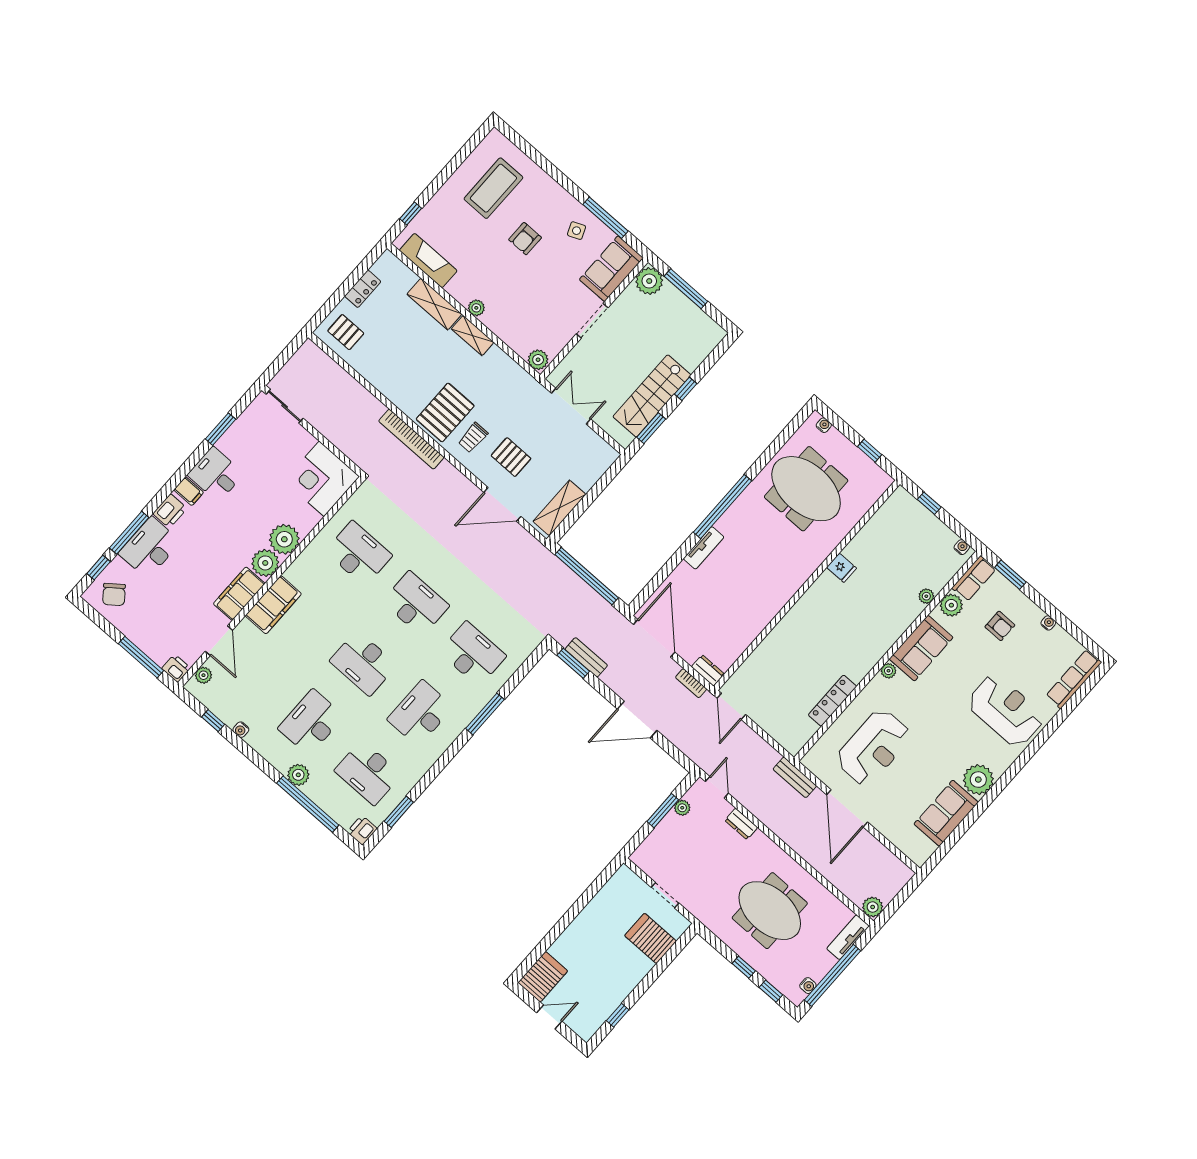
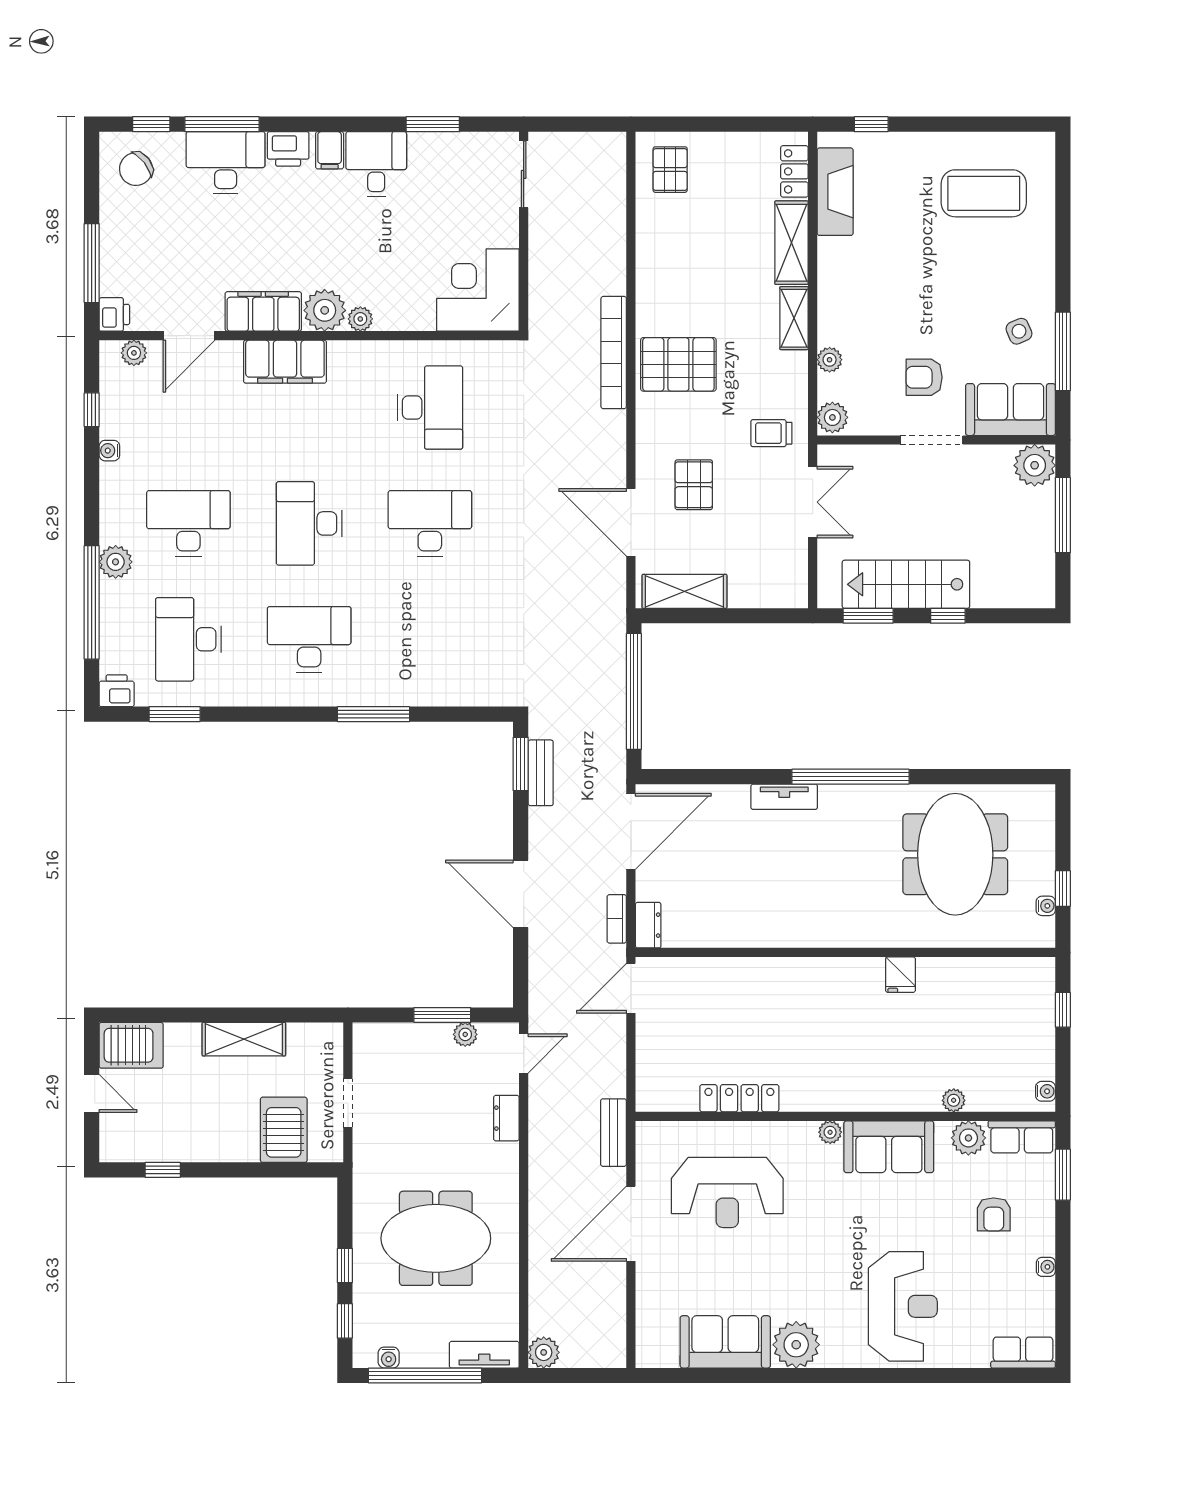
armchair: (525, 239) -> (924, 377), moved
locker: (363, 289) -> (794, 171), moved, turned 90
plant: (476, 308) -> (830, 360), moved
water cooler: (824, 425) -> (1046, 906), moved
trolley: (473, 437) -> (771, 433), moved
plant: (284, 539) -> (360, 319), width x0.53, depth x0.53
desk: (416, 604) -> (430, 523), turned -90
desk: (473, 654) -> (430, 639), removed
row of seats: (1074, 679) -> (1023, 1353), width x0.68
meeting table: (770, 911) -> (436, 1238), turned 90
shelving: (589, 919) -> (244, 1039), added

